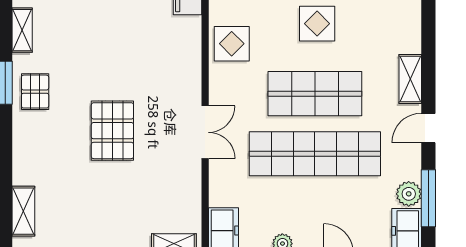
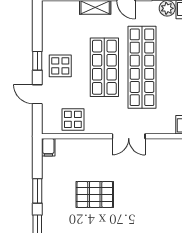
pallet: (112, 131) -> (95, 194), moved
double door: (205, 132) -> (129, 136), swing flipped

